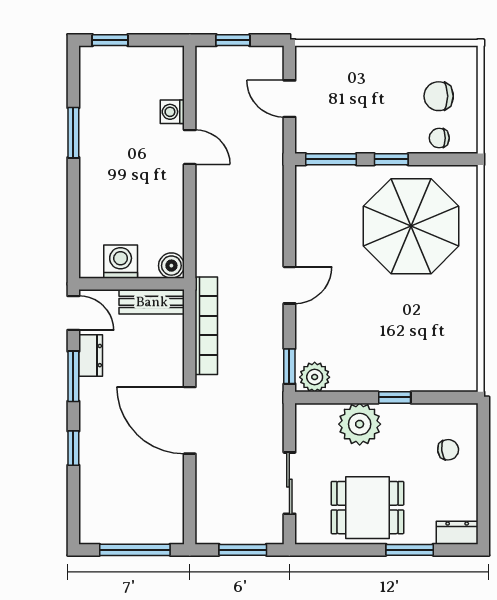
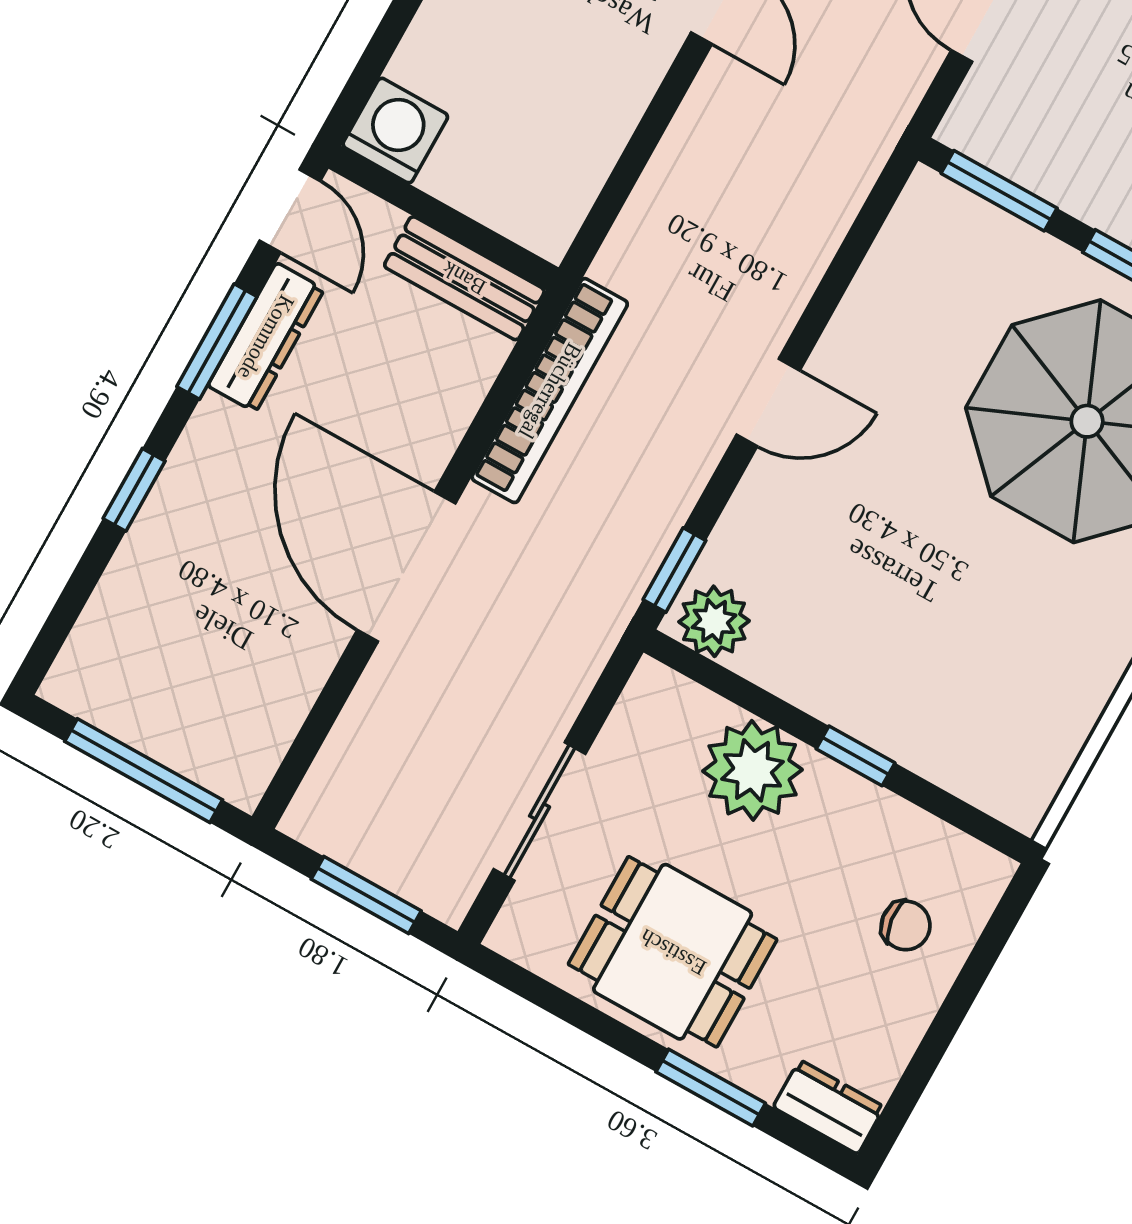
washing machine: (121, 262) -> (395, 131), moved
boiler: (171, 266) -> (547, 226), removed
dresser: (91, 356) -> (266, 337), width x1.44

